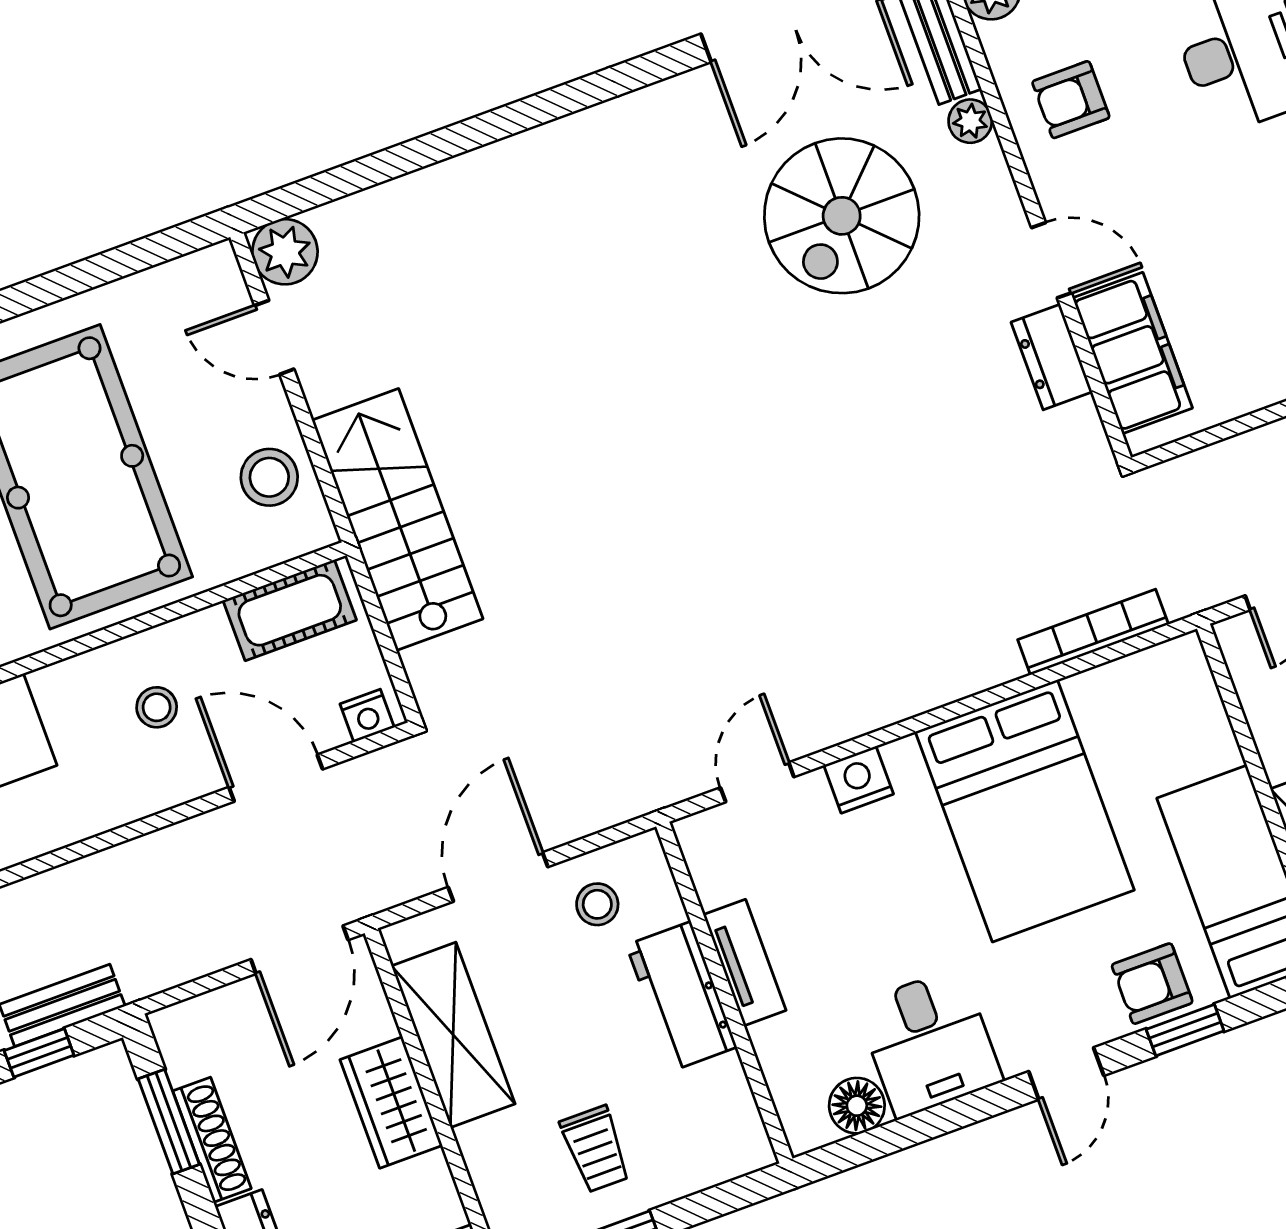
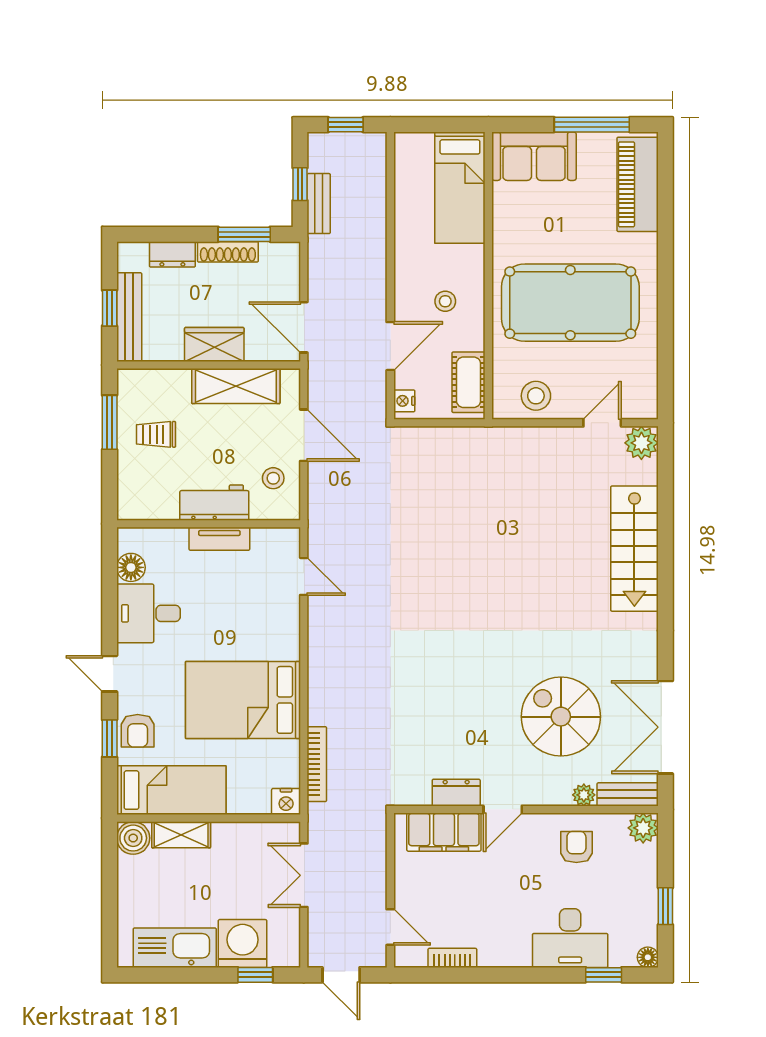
stairs: (397, 519) -> (634, 549), moved, turned 90
nightstand: (859, 780) -> (286, 802), moved, turned 90
armchair: (1152, 984) -> (138, 731), turned 180

